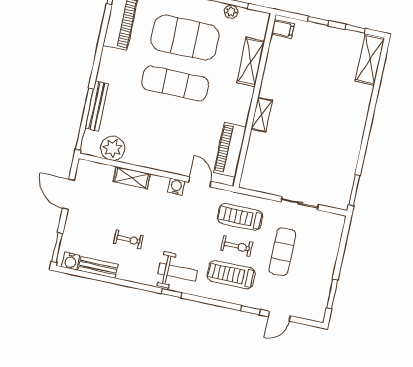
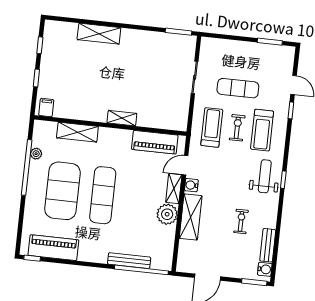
shelving: (370, 60) -> (99, 34), moved
plant: (113, 148) -> (167, 214), moved
shelving: (174, 166) -> (174, 189), added
shelving: (132, 178) -> (191, 217), width x1.50, depth x1.33
treadmill: (240, 217) -> (212, 127), turned 180

